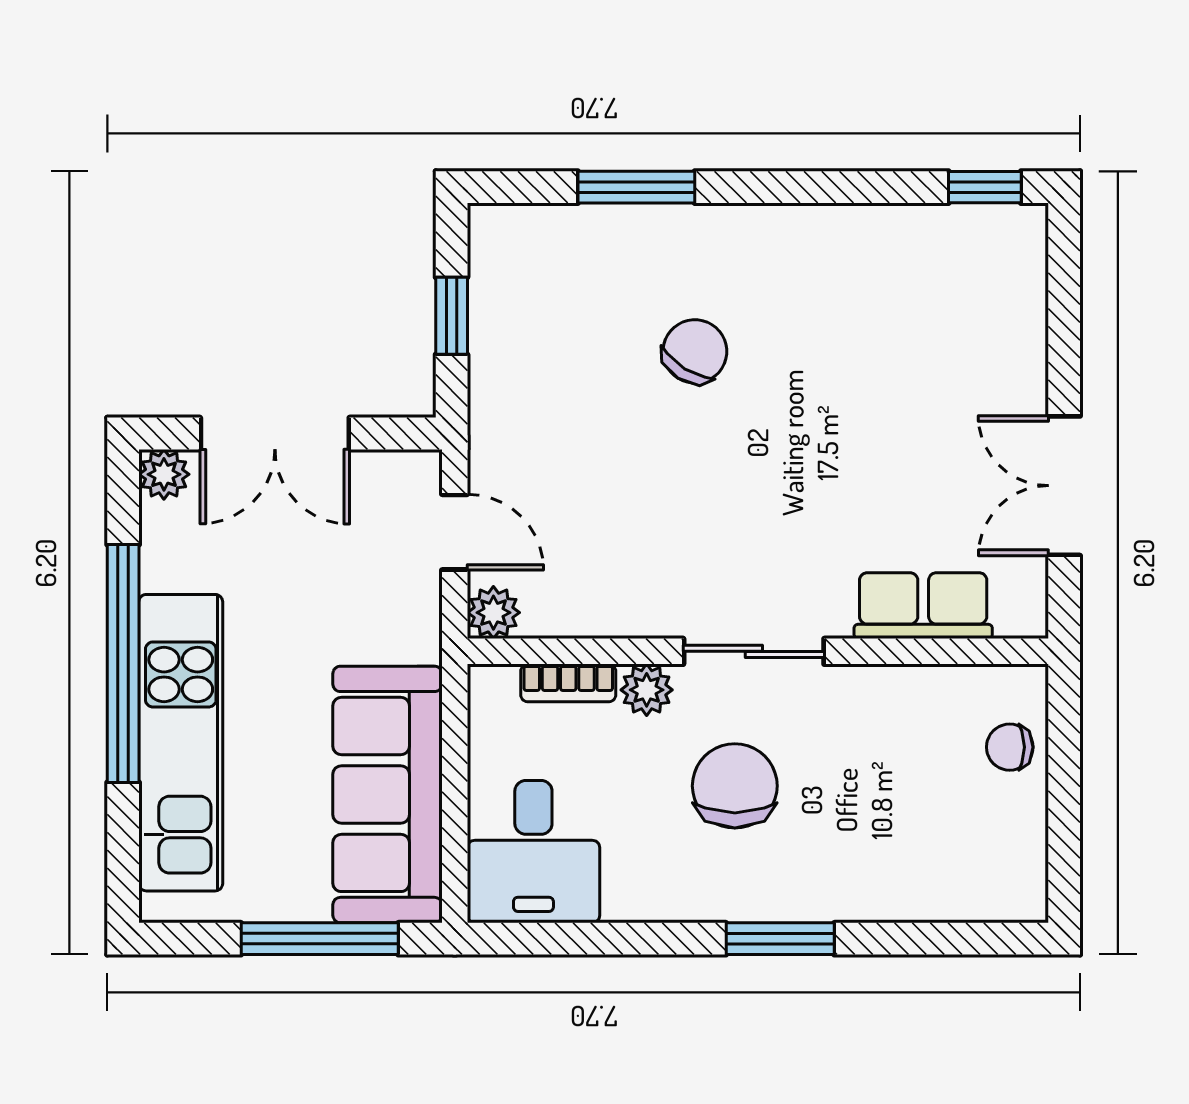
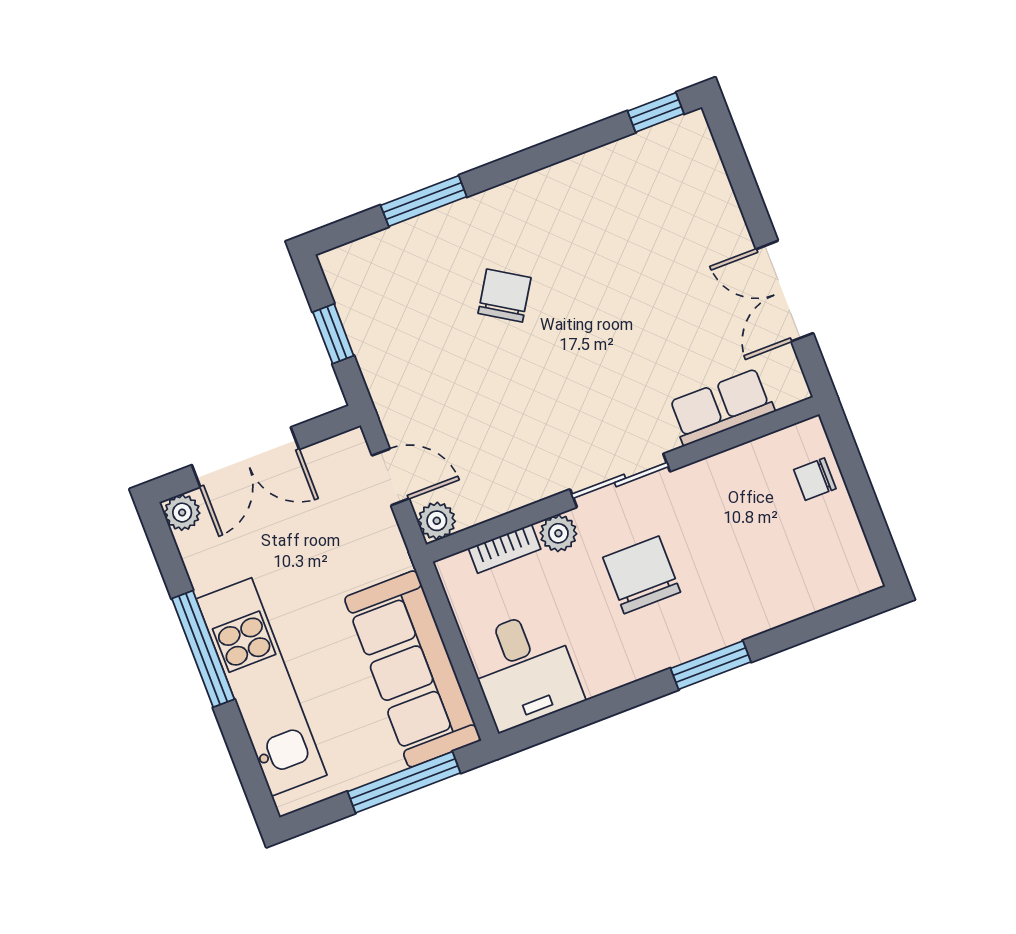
window: (123, 664) -> (203, 649), width x0.68

